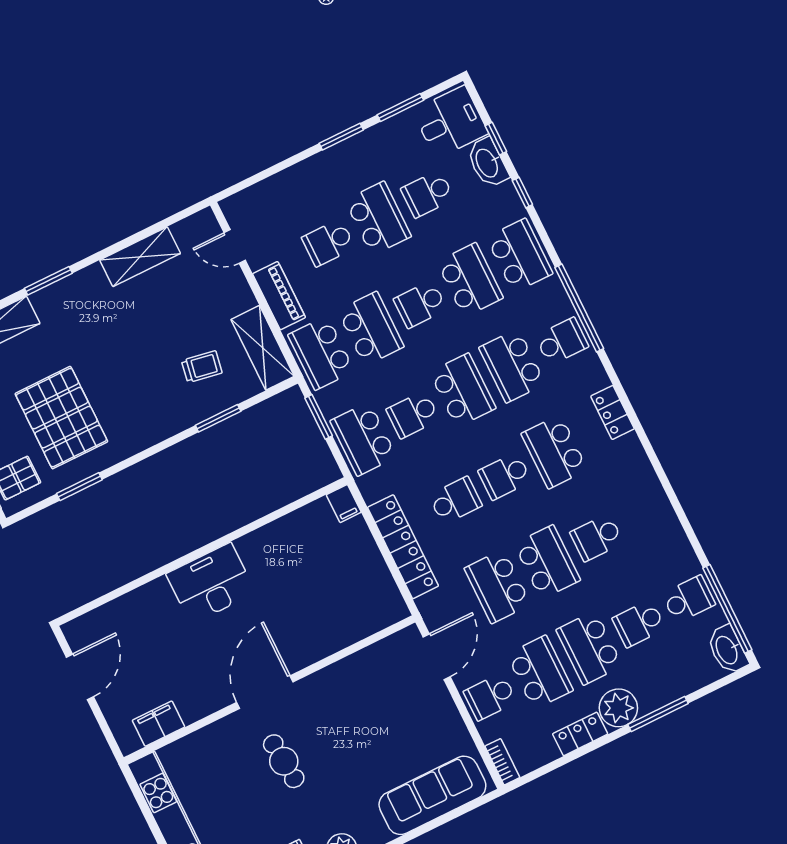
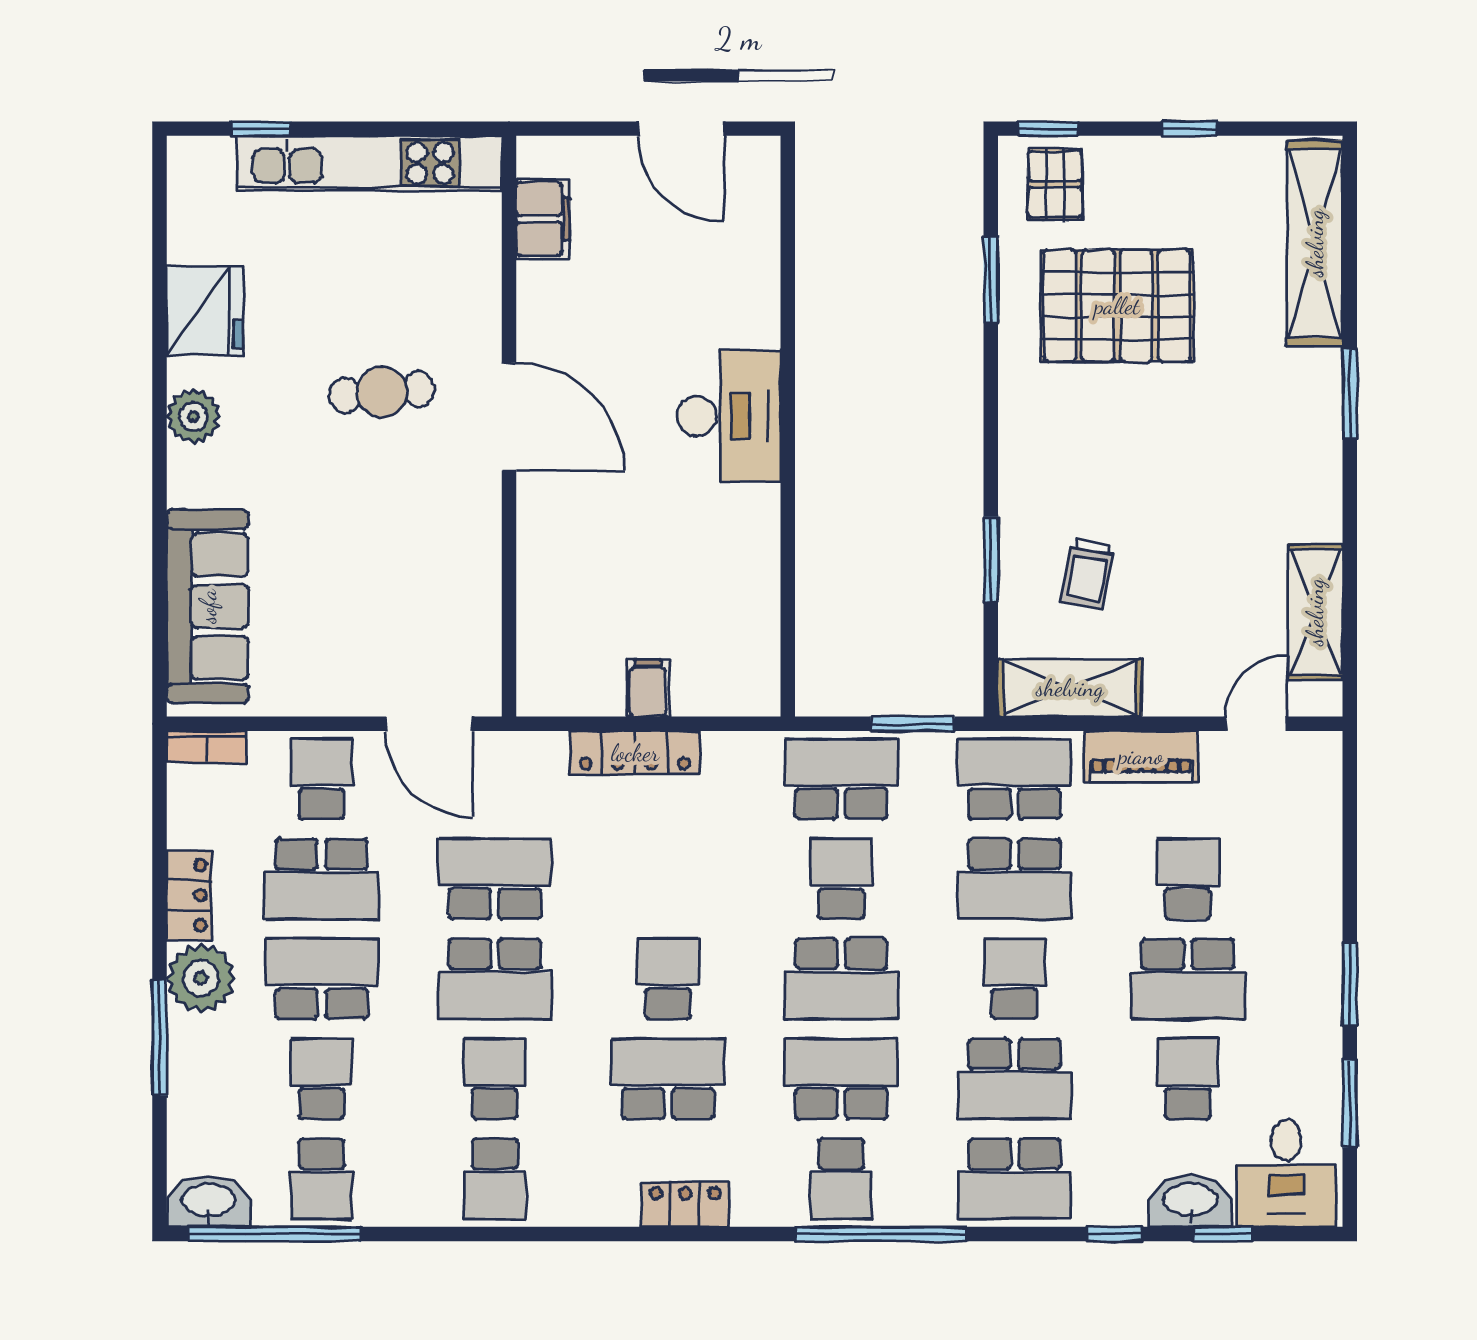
shelving: (140, 257) -> (1315, 612), moved
school desk: (455, 500) -> (495, 1179), moved
filing cabinet: (344, 504) -> (648, 688), moved, turned 90
locker: (403, 547) -> (635, 753), width x0.71, depth x0.83

